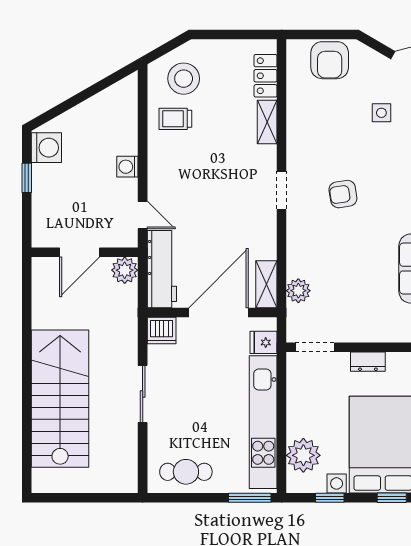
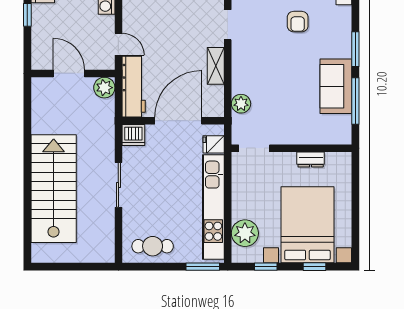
armchair: (343, 194) -> (298, 22), moved, turned -81
door: (80, 252) -> (69, 73), swing flipped
shelving: (266, 284) -> (216, 66), moved
dresser: (368, 362) -> (311, 159), moved

